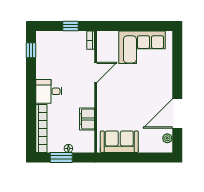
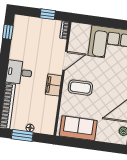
coffee table: (116, 99) -> (80, 88), added
filing cabinet: (87, 119) -> (54, 85), moved

